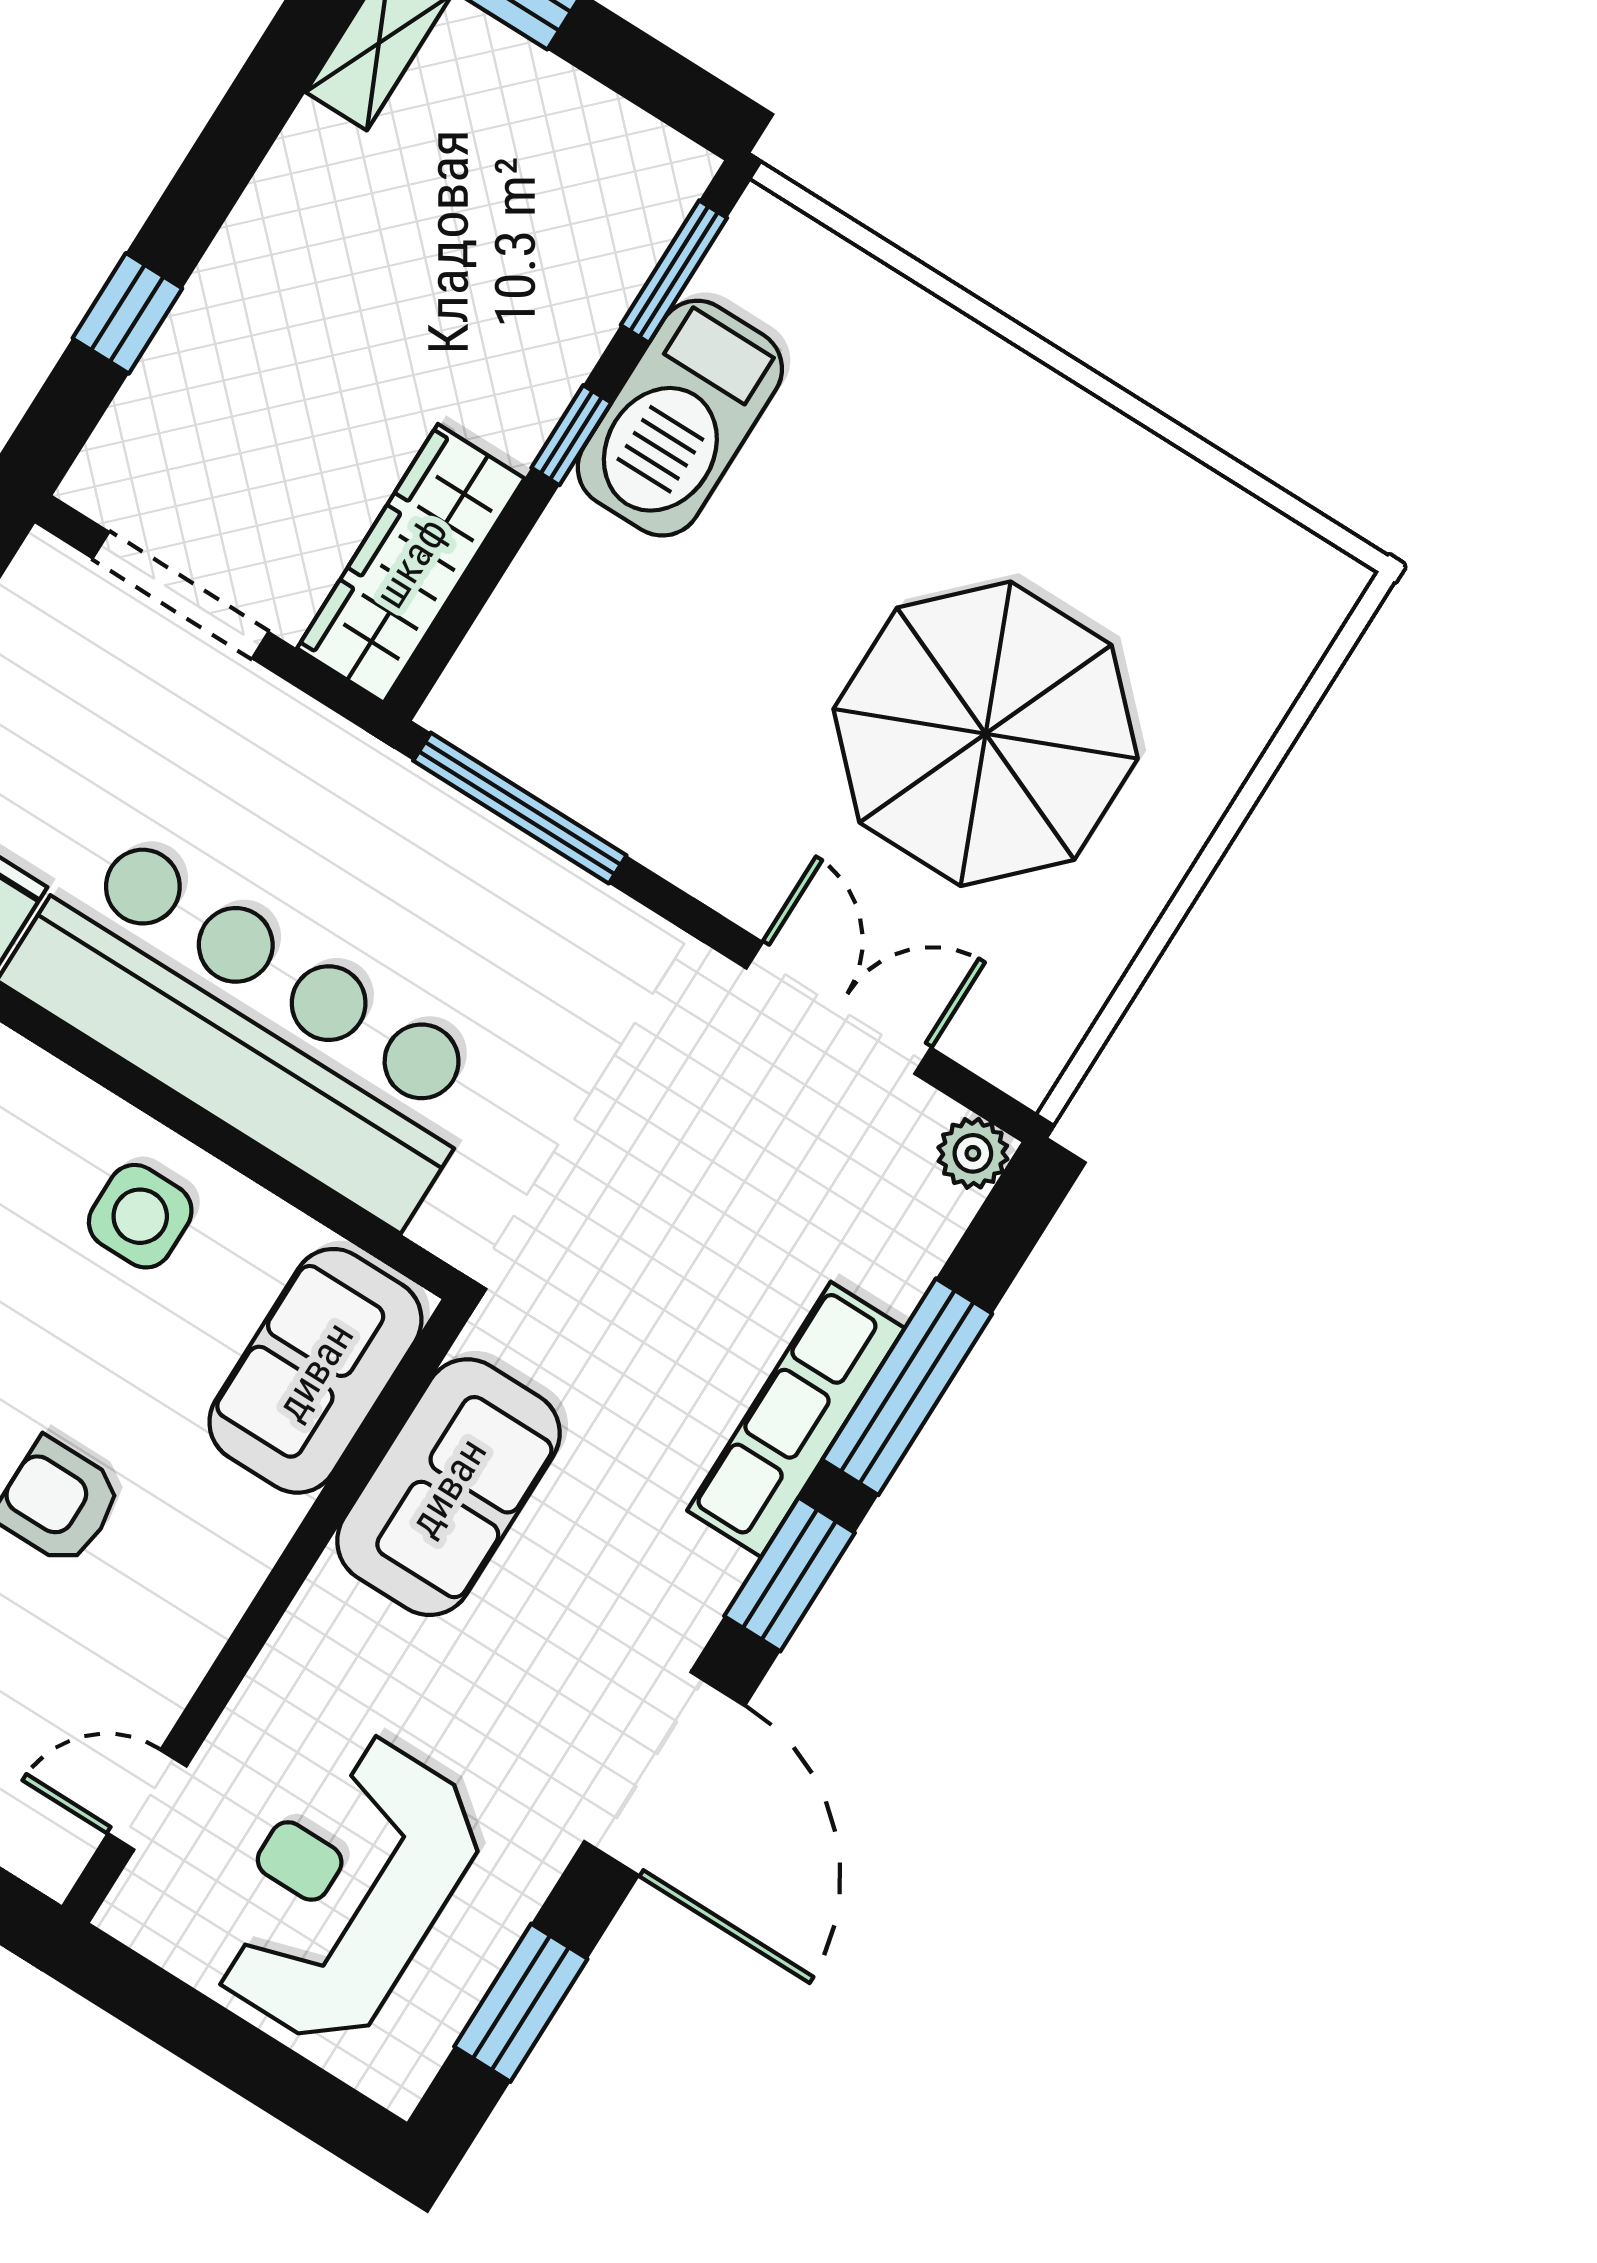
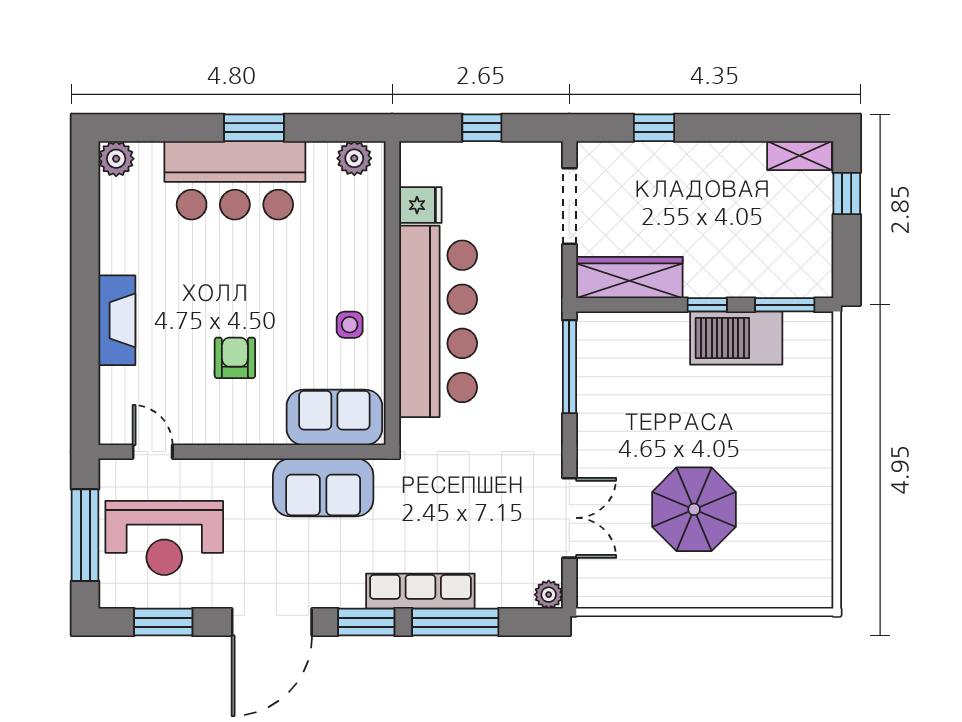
parasol: (986, 734) -> (694, 509), width x0.73, depth x0.73
side table: (140, 1216) -> (350, 325), width x0.73, depth x0.73
reception desk: (345, 1889) -> (164, 538), turned 180
window: (234, 2053) -> (85, 535), added

